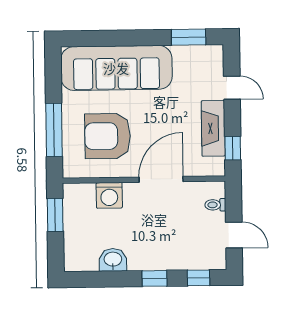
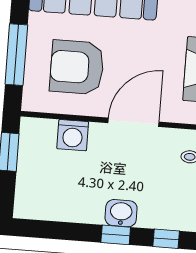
washbasin: (113, 260) -> (121, 213), moved

